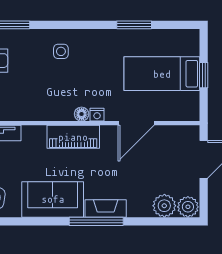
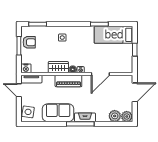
bed: (162, 74) -> (114, 35), moved
wardrobe: (53, 110) -> (58, 67), added

